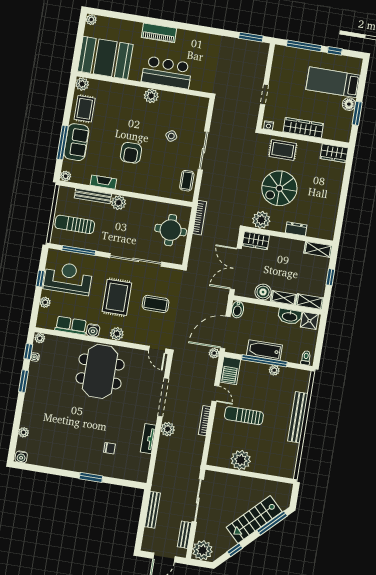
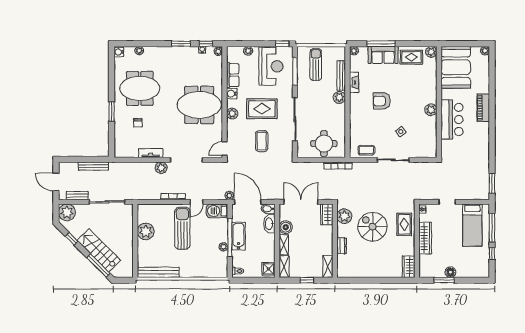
bed: (333, 82) -> (472, 225), moved, turned 180
window: (40, 279) -> (282, 44), moved
washbasin: (290, 316) -> (269, 224), moved
sun lounger: (244, 416) -> (182, 228), width x1.36, depth x1.34
bench: (298, 417) -> (158, 272), moved
meeting table: (69, 439) -> (140, 88), added

